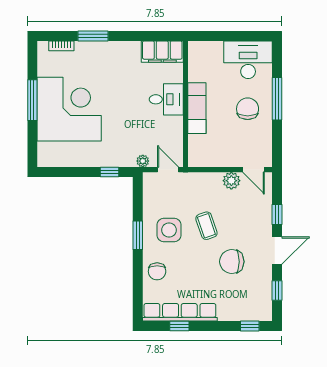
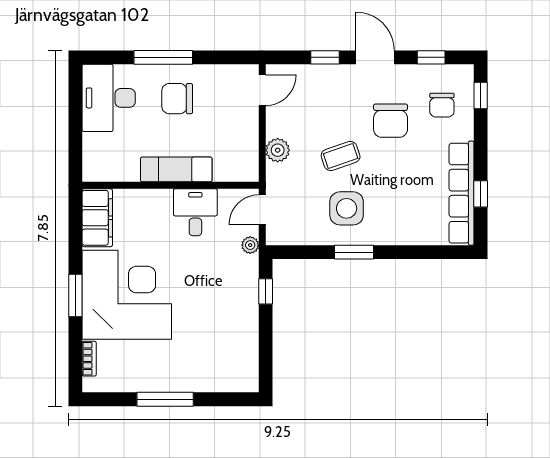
window: (93, 36) -> (75, 295), moved
desk: (166, 99) -> (195, 212), moved
corner desk: (69, 109) -> (127, 295), moved, turned 90
plant: (231, 181) -> (278, 150), moved
chair: (157, 271) -> (442, 105), moved, turned 90

